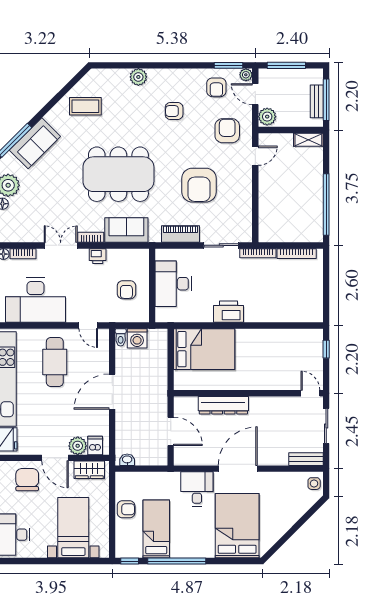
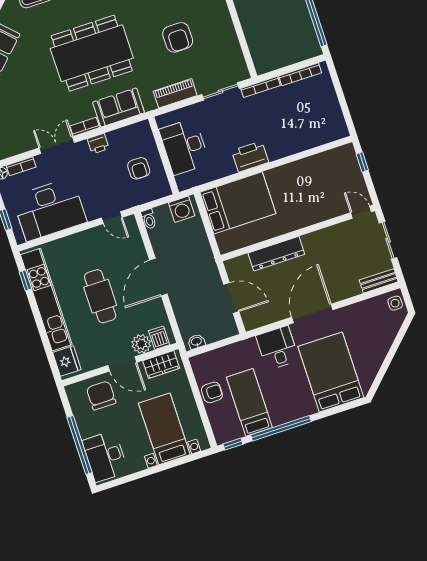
armchair: (199, 185) -> (178, 37), width x0.73, depth x0.73
washing machine: (137, 338) -> (182, 209), moved
cafe table: (55, 362) -> (100, 296), moved

